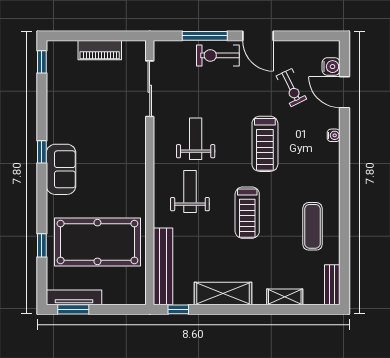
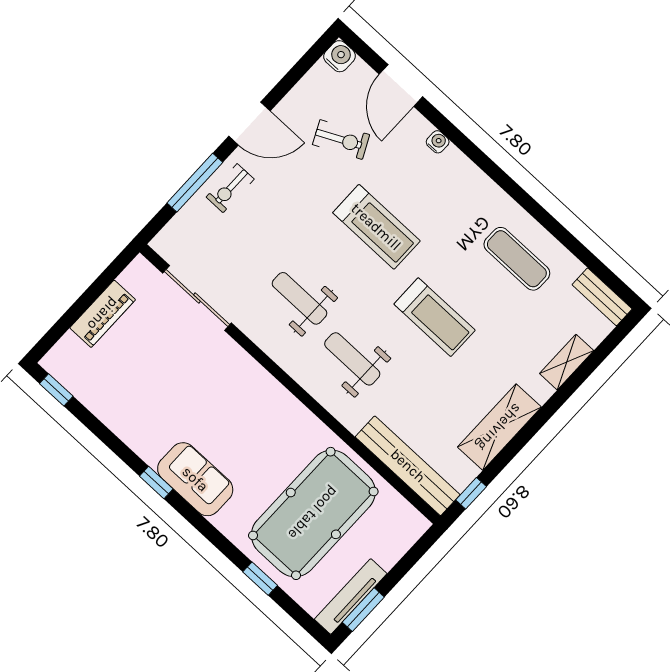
exercise bike: (218, 55) -> (230, 188), width x0.73, depth x0.72
water cooler: (331, 67) -> (340, 56), moved
door: (345, 92) -> (401, 85), hinge flipped

